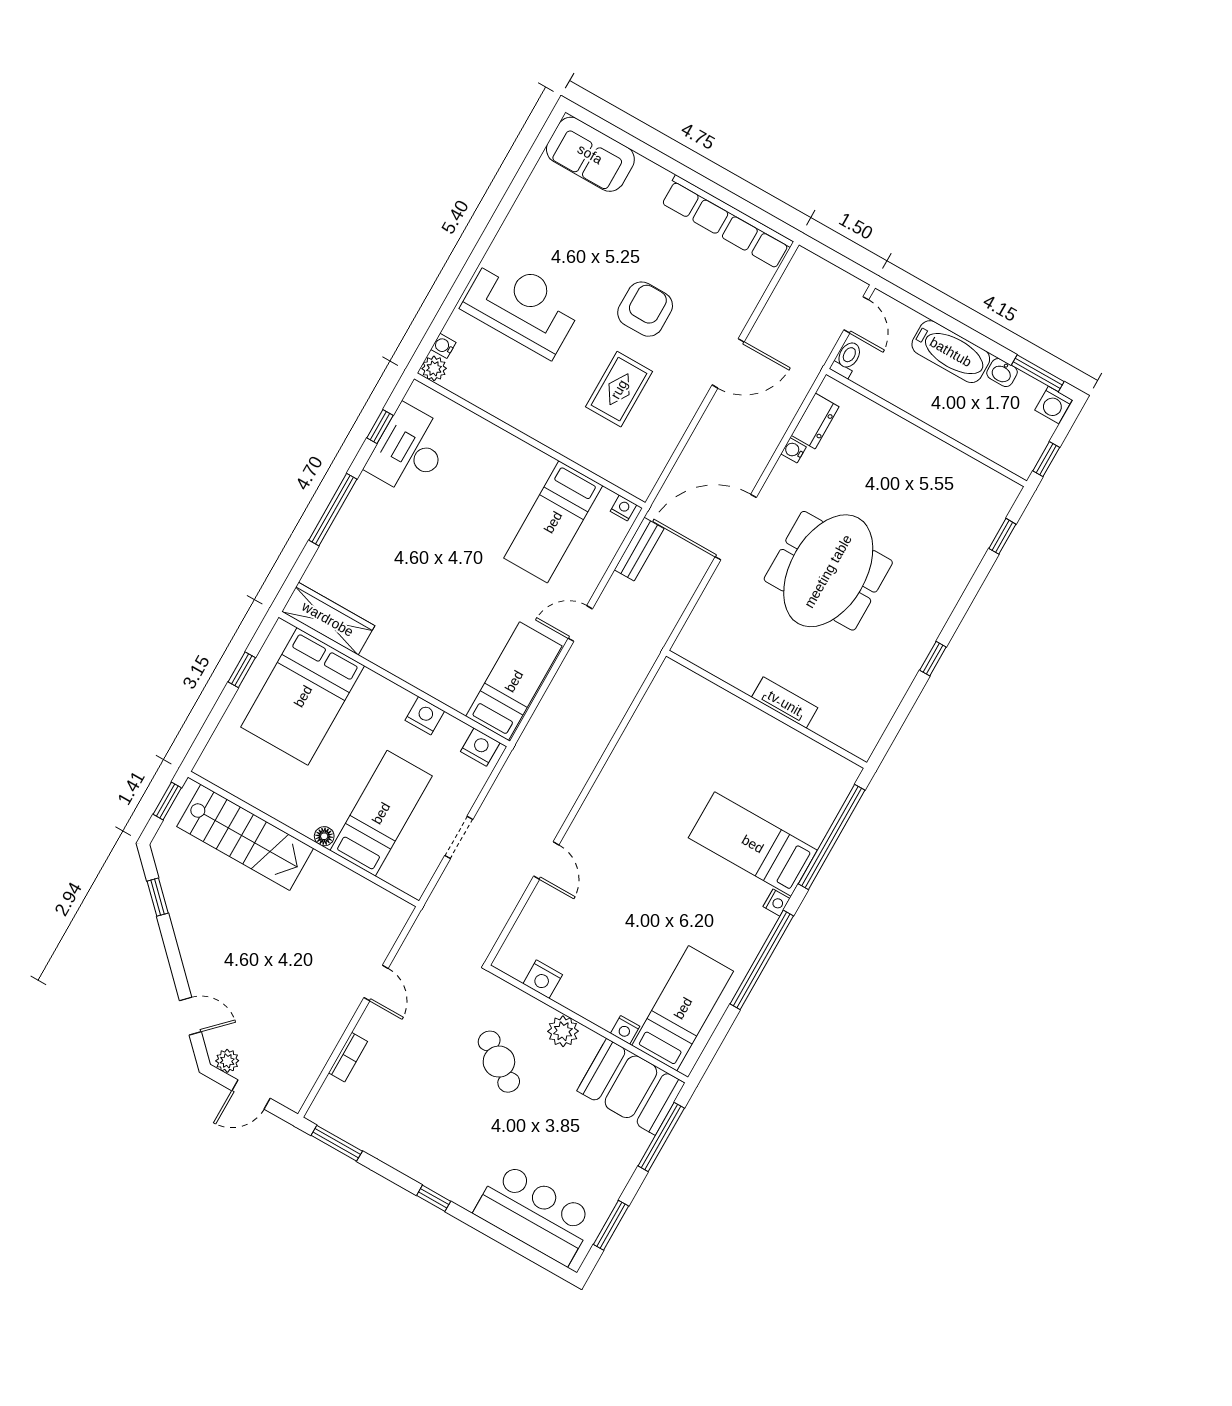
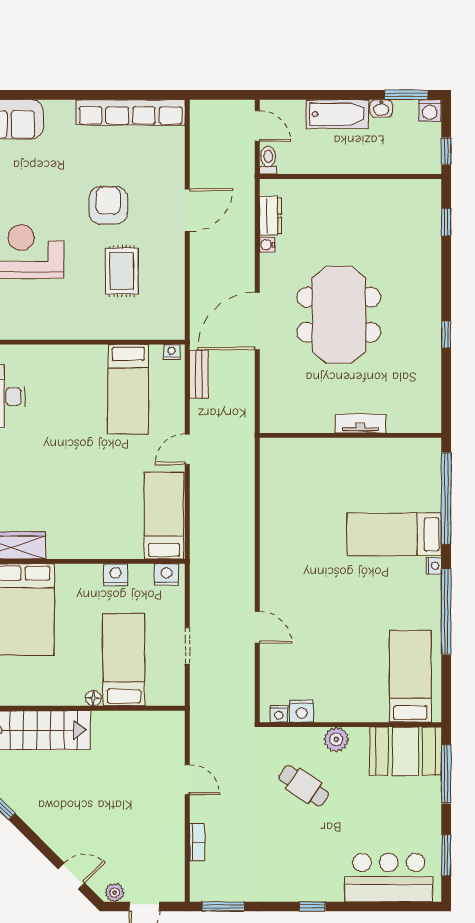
nightstand: (625, 1030) -> (279, 714), moved

